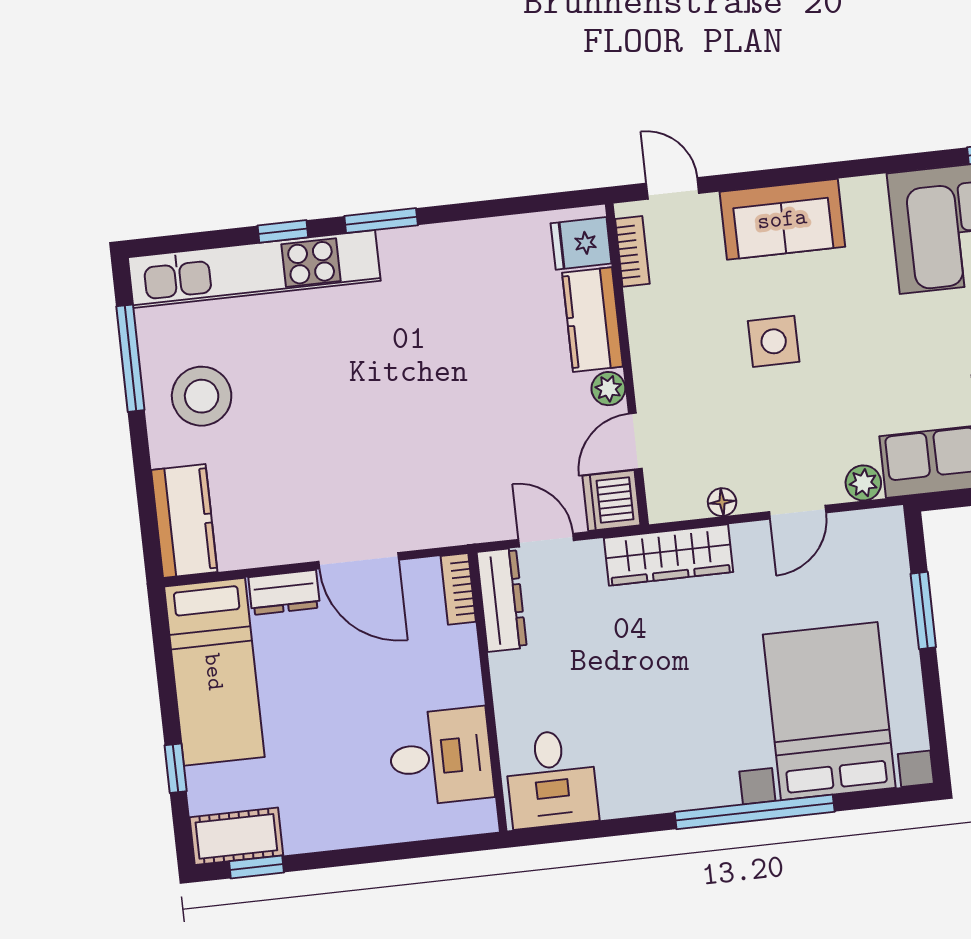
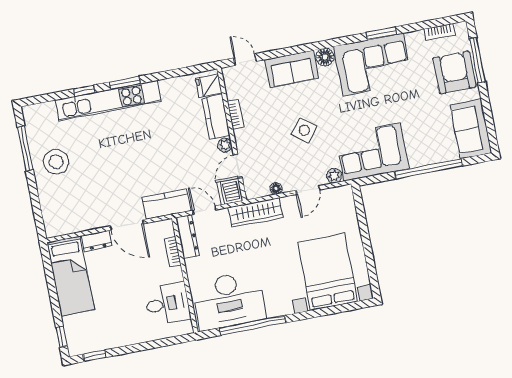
floor lamp: (864, 197) -> (325, 57), added
bookcase: (632, 251) -> (236, 114), moved
kitchen unit: (254, 269) -> (108, 101), moved
side table: (774, 341) -> (304, 130), moved, turned 38
kitchen counter: (184, 521) -> (167, 204), moved, turned -90
bookcase: (458, 589) -> (173, 252), moved
window: (923, 610) -> (363, 227), removed
window: (176, 768) -> (61, 337), moved
desk: (551, 779) -> (229, 300), width x1.87, depth x1.30
window: (755, 812) -> (253, 325), moved
cot: (236, 836) -> (85, 344), removed

